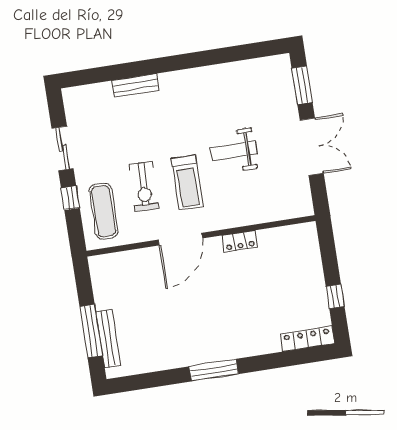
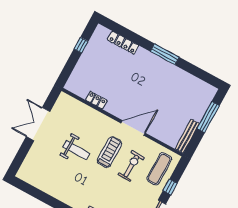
window: (302, 85) -> (20, 156), removed
locker: (240, 241) -> (96, 100), moved
bench: (108, 338) -> (187, 136), moved
locker: (307, 339) -> (123, 43), moved

